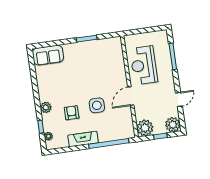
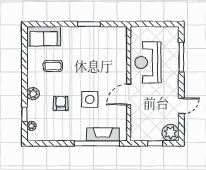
coffee table: (60, 80) -> (53, 66), added
plant: (145, 128) -> (139, 132), removed
fireplace: (83, 139) -> (103, 134), moved

